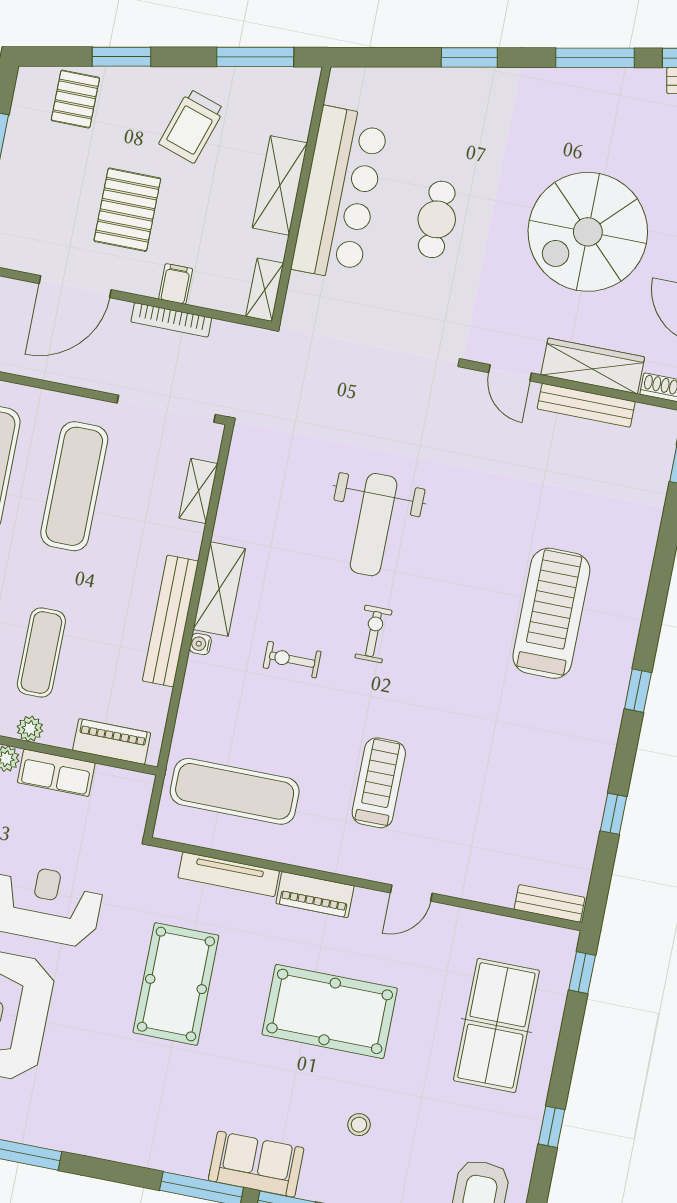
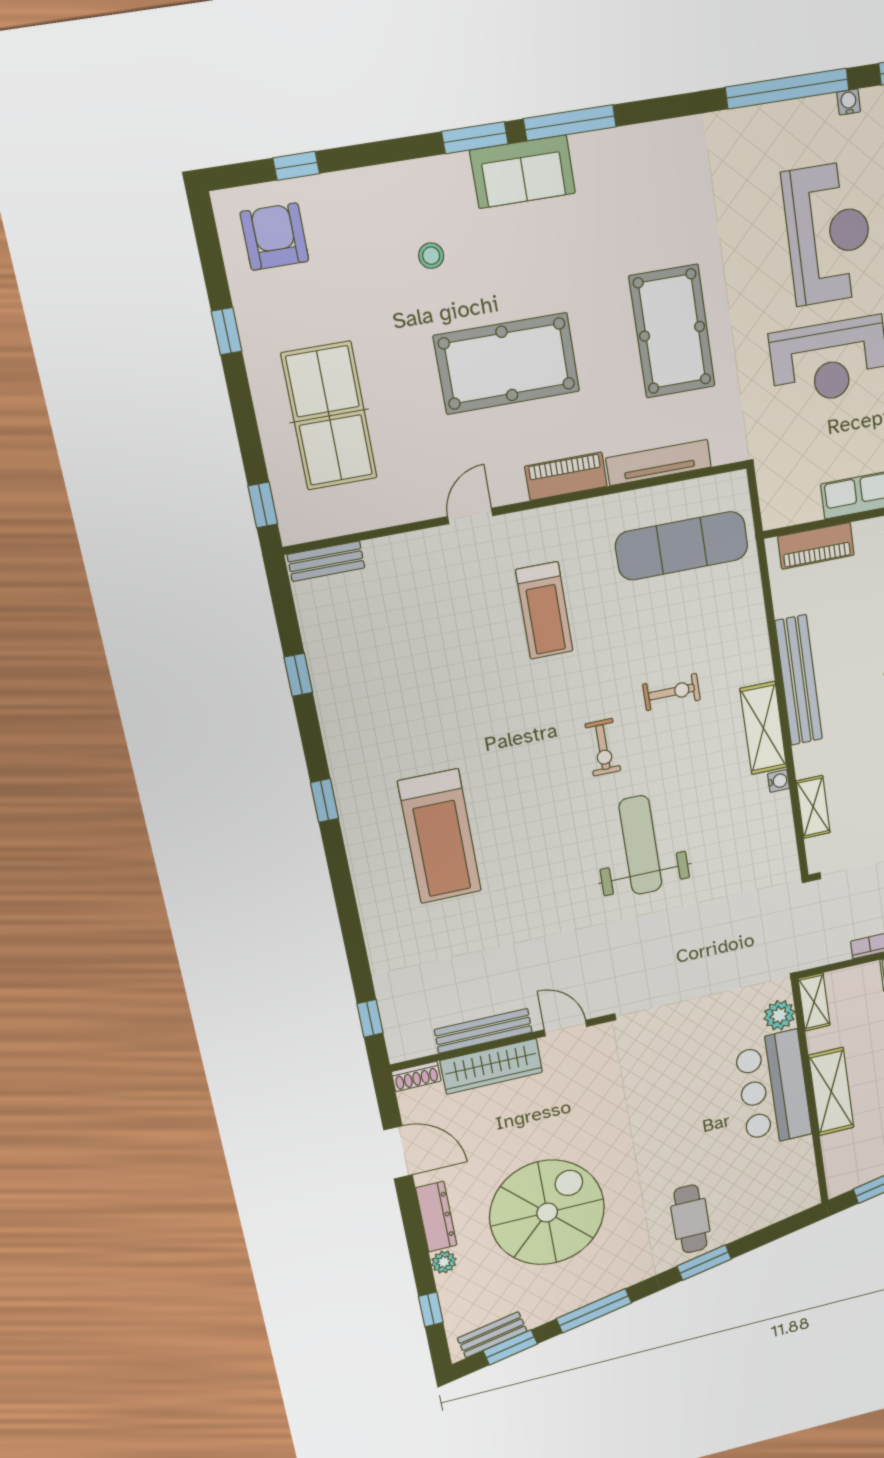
bar counter: (340, 194) -> (773, 1089), width x0.73
cafe table: (437, 219) -> (690, 1219), moved
spiral stairs: (588, 232) -> (547, 1212), moved
plant: (303, 291) -> (779, 1015), added
water cooler: (200, 644) -> (778, 781), moved

